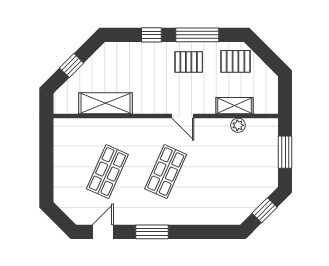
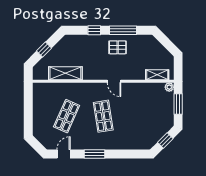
pallet: (236, 61) -> (147, 47), removed
shelving: (234, 106) -> (157, 75), moved
plant: (238, 125) -> (169, 87), moved
shop shelf: (166, 172) -> (103, 116), turned -33

